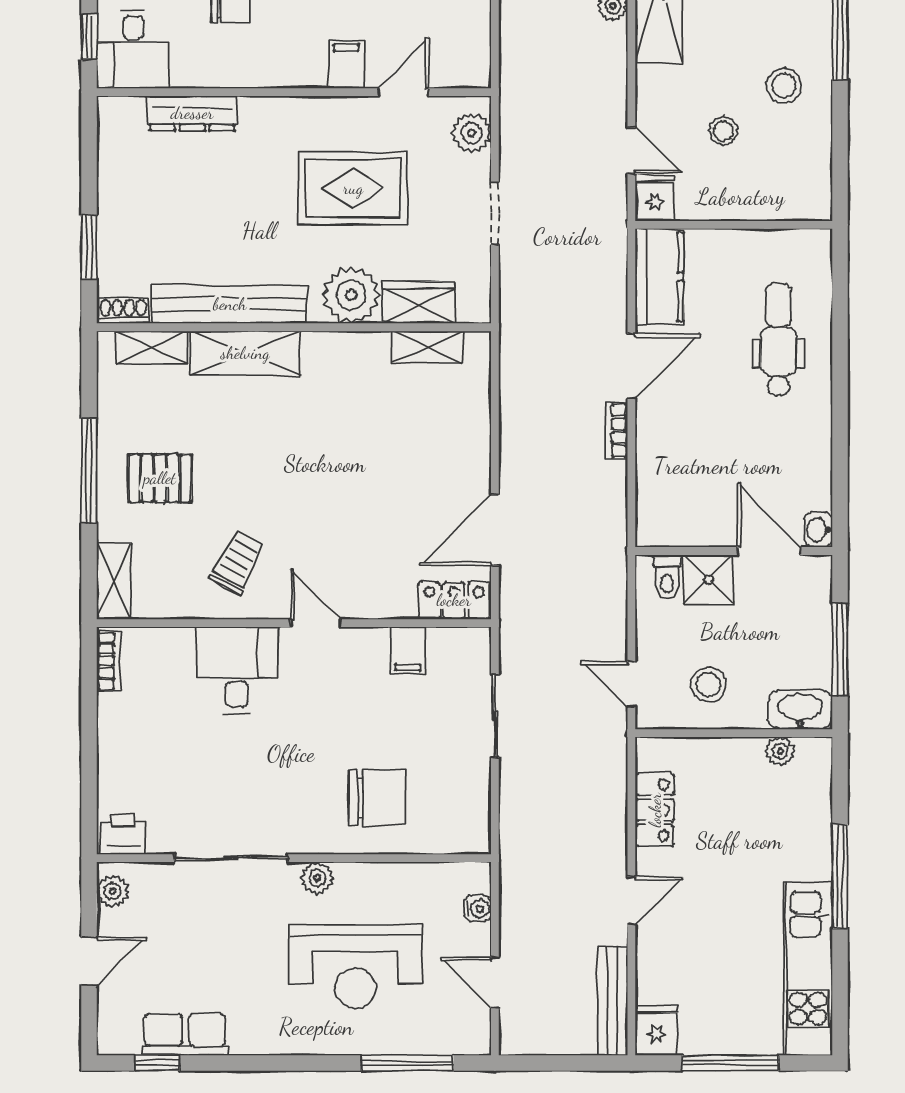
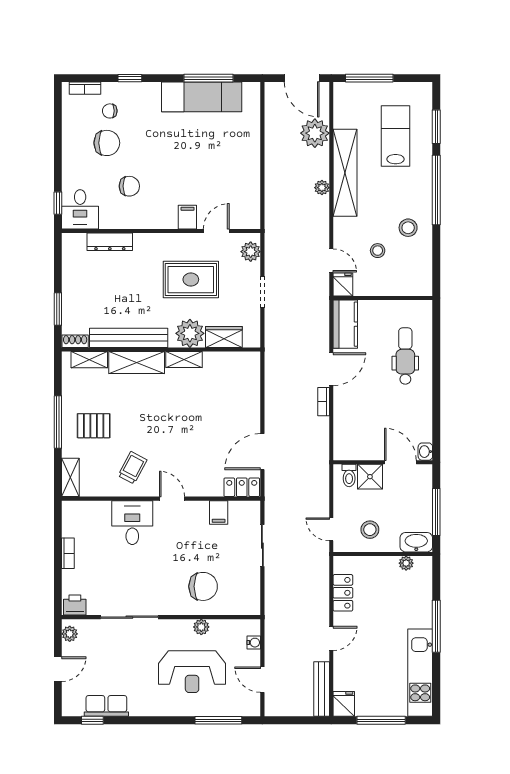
shelving: (428, 347) -> (184, 360), moved
bookcase: (109, 661) -> (68, 553), moved
plant: (317, 878) -> (201, 627), moved

